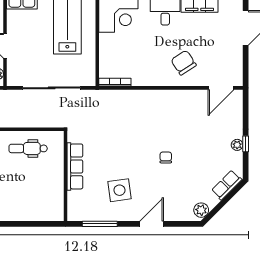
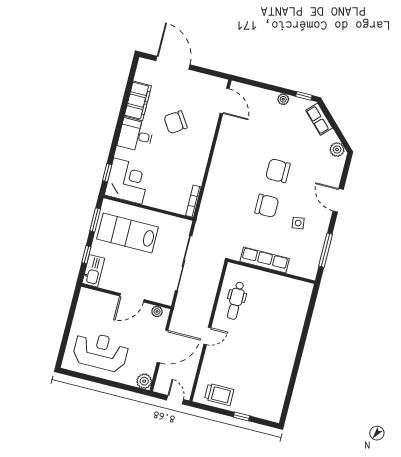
chair: (184, 63) -> (175, 122), moved
window: (246, 144) -> (304, 96), moved
chair: (129, 155) -> (267, 206), added
chair: (166, 157) -> (278, 171), width x1.87, depth x1.87
side table: (119, 190) -> (298, 223), width x0.54, depth x0.54

